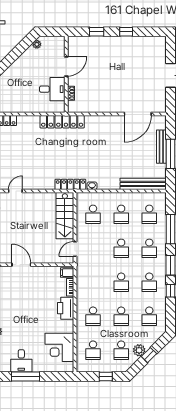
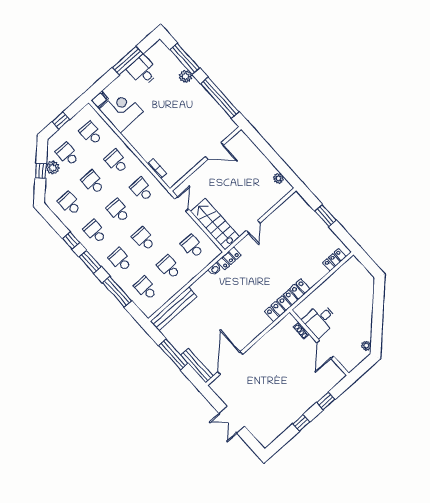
bench: (161, 147) -> (197, 366), moved
locker: (70, 184) -> (229, 258), width x0.66
door: (15, 191) -> (253, 227), moved
filing cabinet: (67, 273) -> (100, 100), moved
school desk: (93, 282) -> (142, 190), added
printer: (66, 308) -> (145, 148), removed

